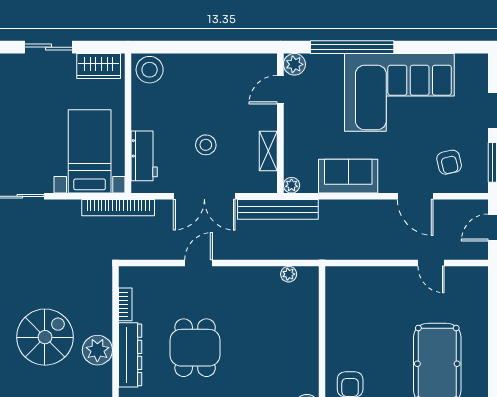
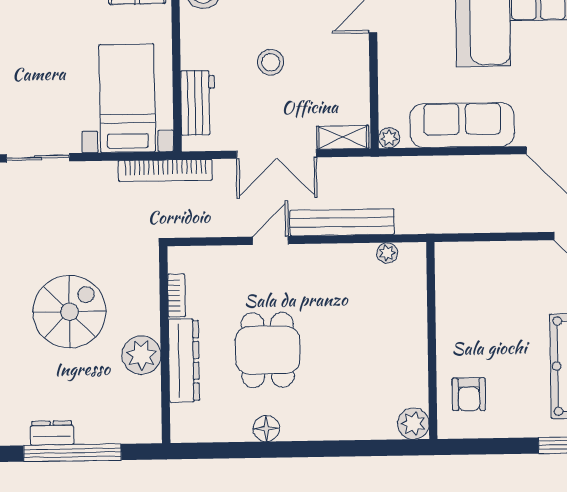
stool: (206, 145) -> (271, 62), moved
shelving: (268, 151) -> (343, 137), moved, turned 90
sofa: (348, 176) -> (462, 125), width x1.36
bench: (278, 209) -> (342, 222), moved
spiral stairs: (45, 337) -> (69, 312), moved

